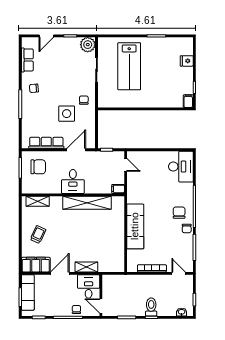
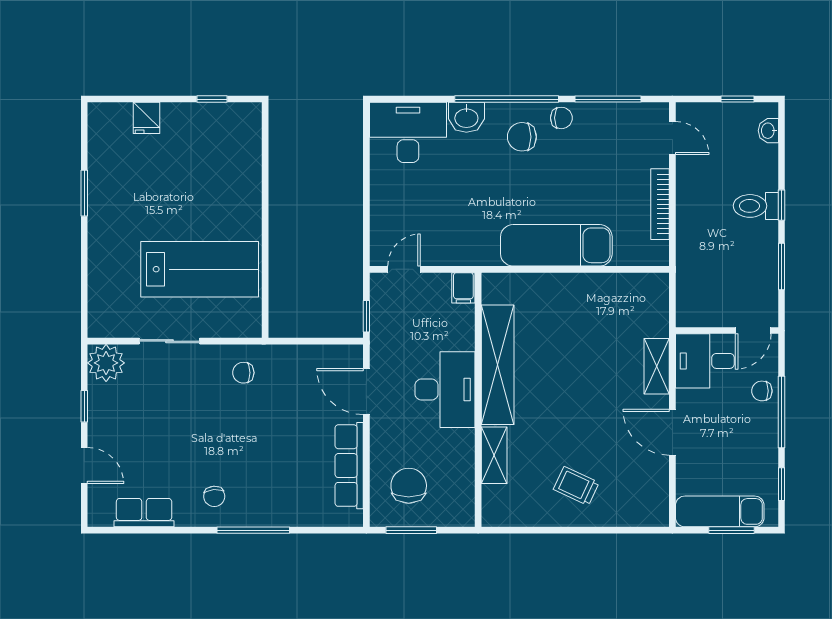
lab bench: (129, 66) -> (200, 269), moved
filing cabinet: (188, 101) -> (246, 114), removed
side table: (67, 114) -> (277, 415), removed
desk: (73, 182) -> (445, 390), width x1.37
washbasin: (187, 190) -> (466, 117), added
shelving: (38, 201) -> (494, 455), moved
filing cabinet: (36, 265) -> (651, 492), removed
door: (179, 273) -> (672, 138), swing flipped

